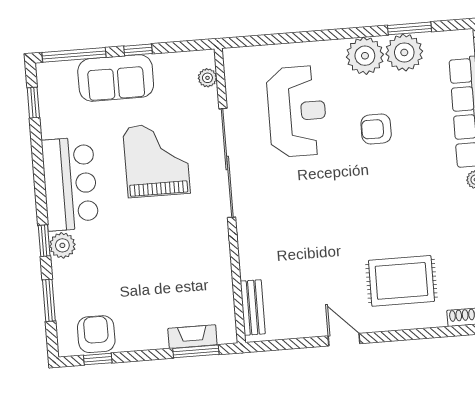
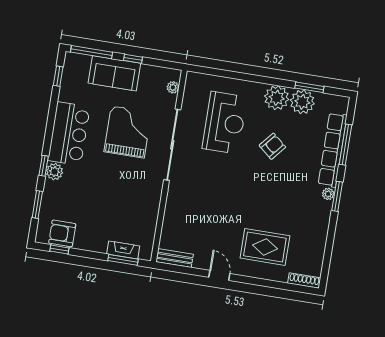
armchair: (376, 129) -> (272, 146), turned 130
bench: (253, 307) -> (174, 258), moved, turned 90
armchair: (96, 334) -> (62, 233), turned -90

